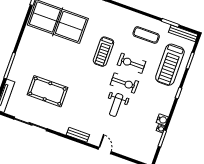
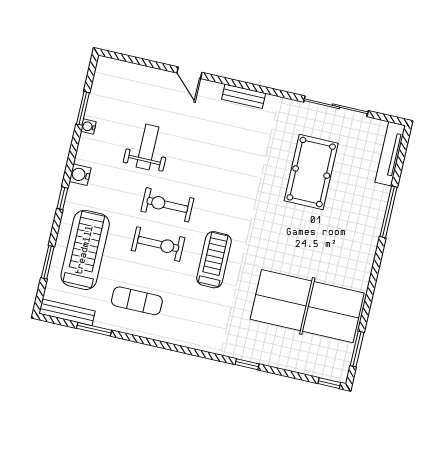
pool table: (47, 91) -> (311, 172), turned 90
weight bench: (116, 105) -> (147, 147), moved
water cooler: (162, 120) -> (80, 175), moved

